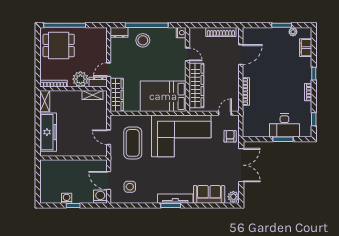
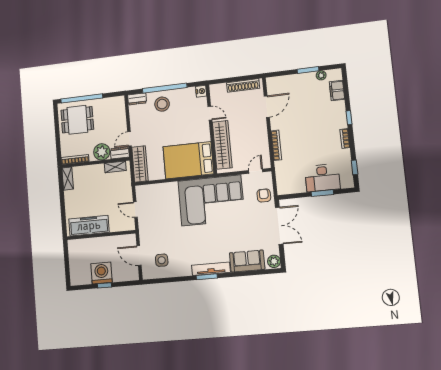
freezer: (48, 132) -> (89, 226), moved, turned -90
coffee table: (133, 143) -> (161, 213), removed
washing machine: (100, 197) -> (132, 273), removed
washing machine: (67, 198) -> (101, 273), width x1.89, depth x1.89

